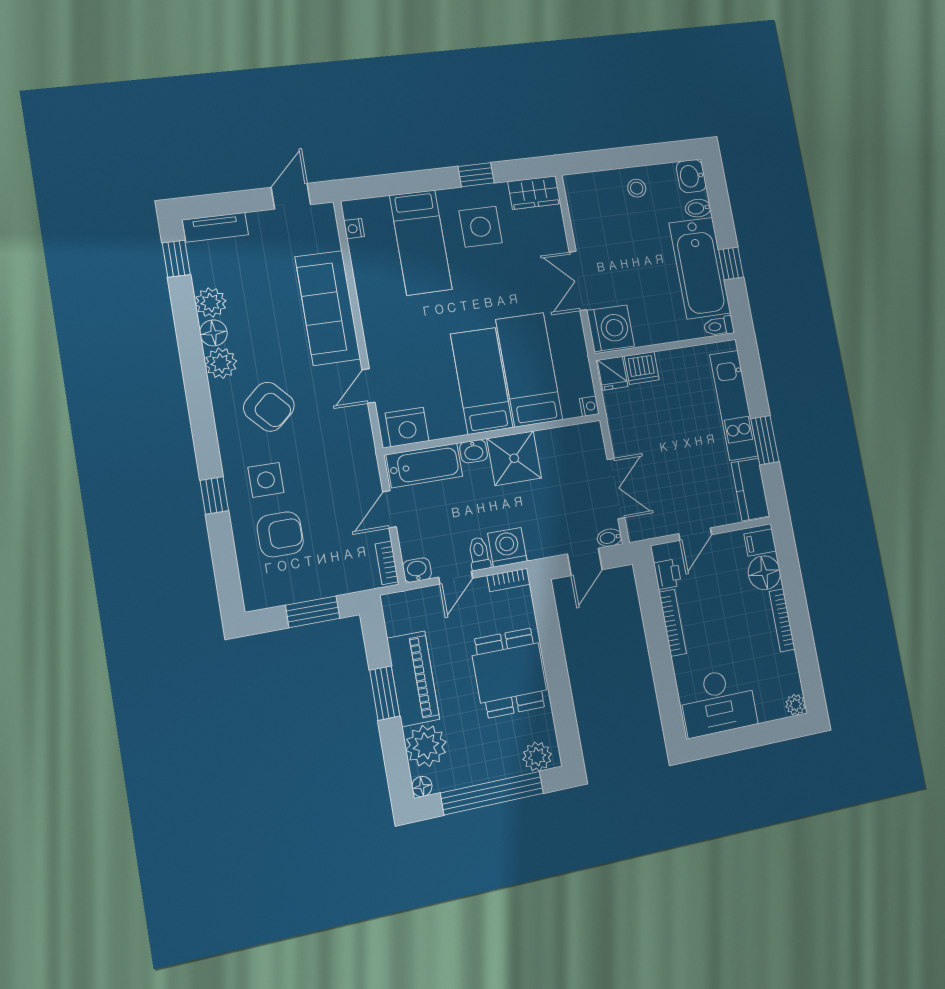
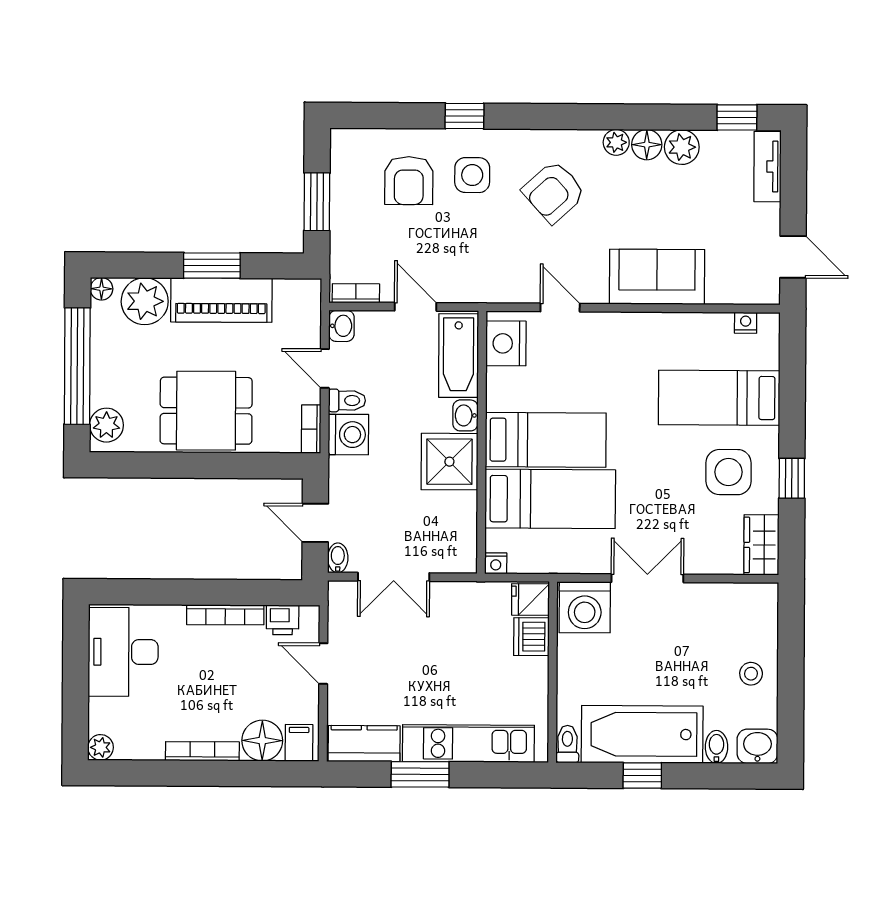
sofa: (328, 308) -> (657, 277), width x0.73
plant: (221, 363) -> (616, 142), width x0.73, depth x0.73

